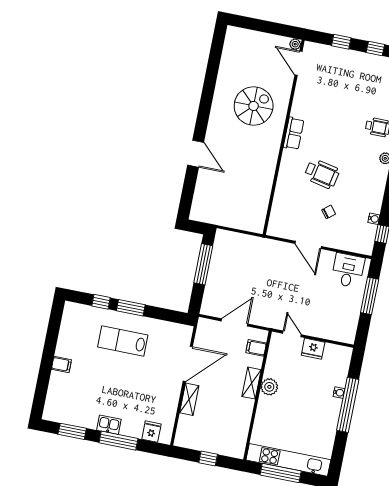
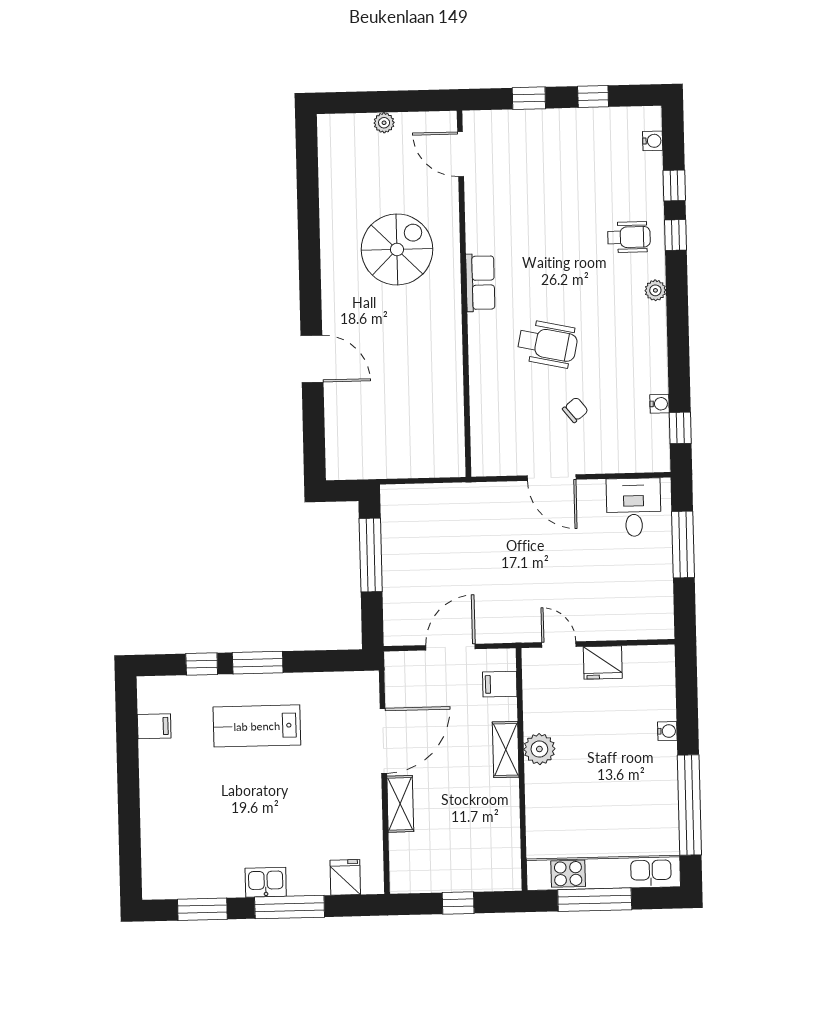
plant: (295, 44) -> (384, 123), moved
filing cabinet: (61, 364) -> (154, 726), moved
window: (348, 405) -> (689, 805), moved

